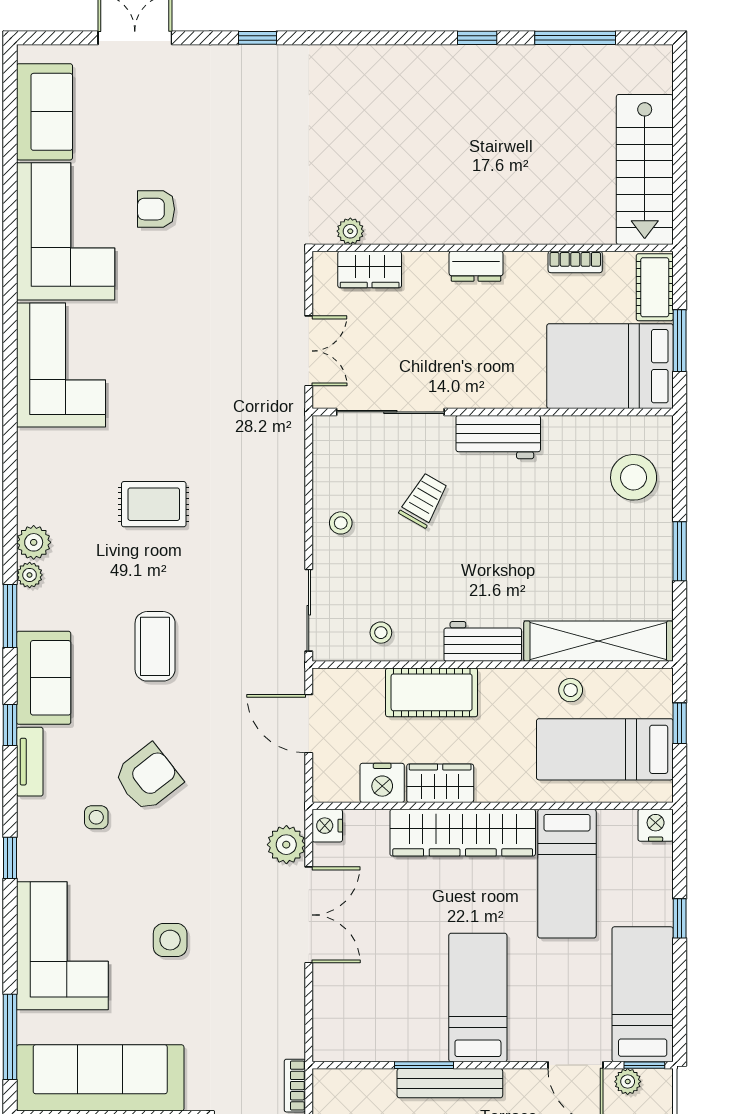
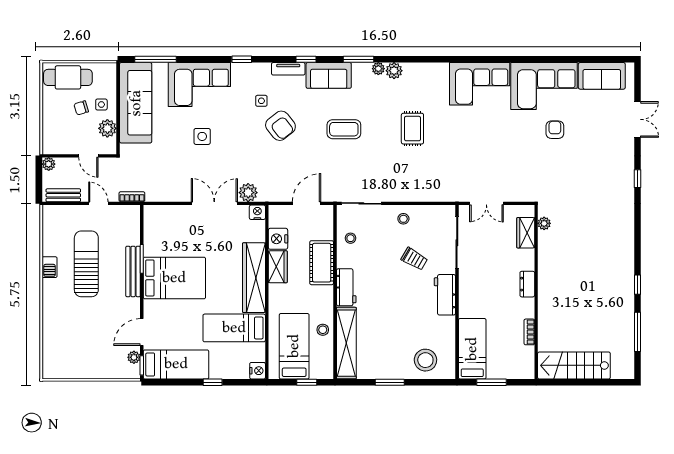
cot: (655, 287) -> (517, 370), removed
bed: (610, 366) -> (472, 349), width x0.67
double door: (309, 915) -> (214, 203), swing flipped
bed: (478, 997) -> (174, 278), width x1.50

